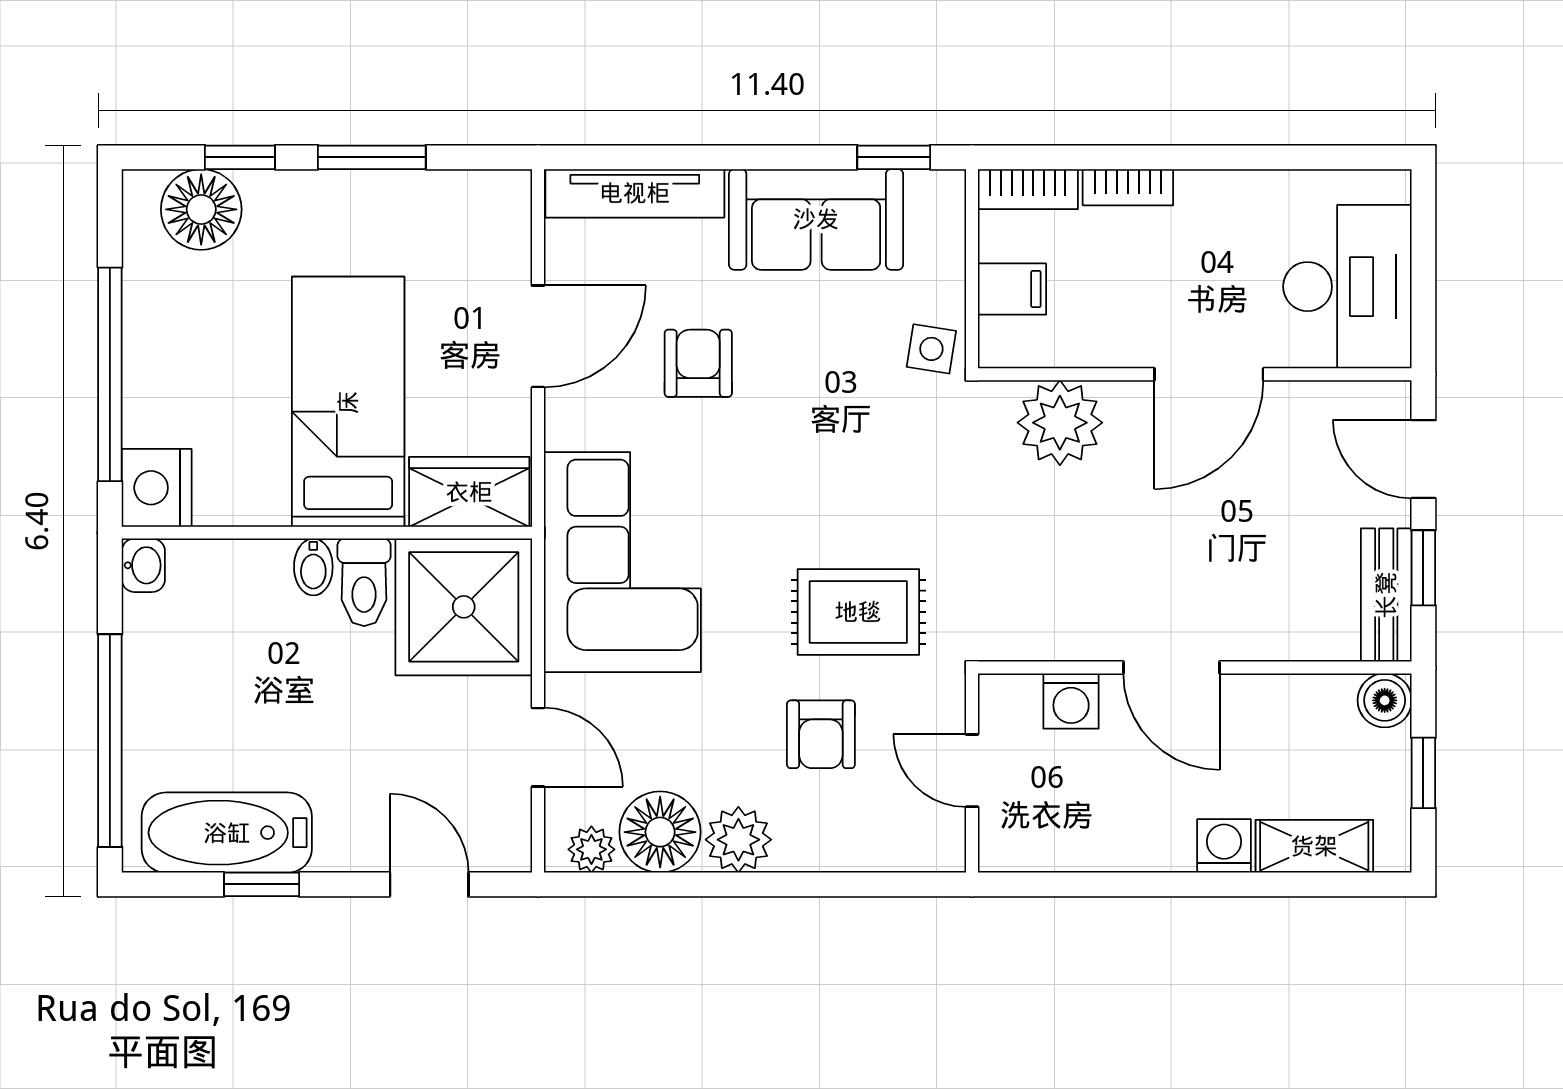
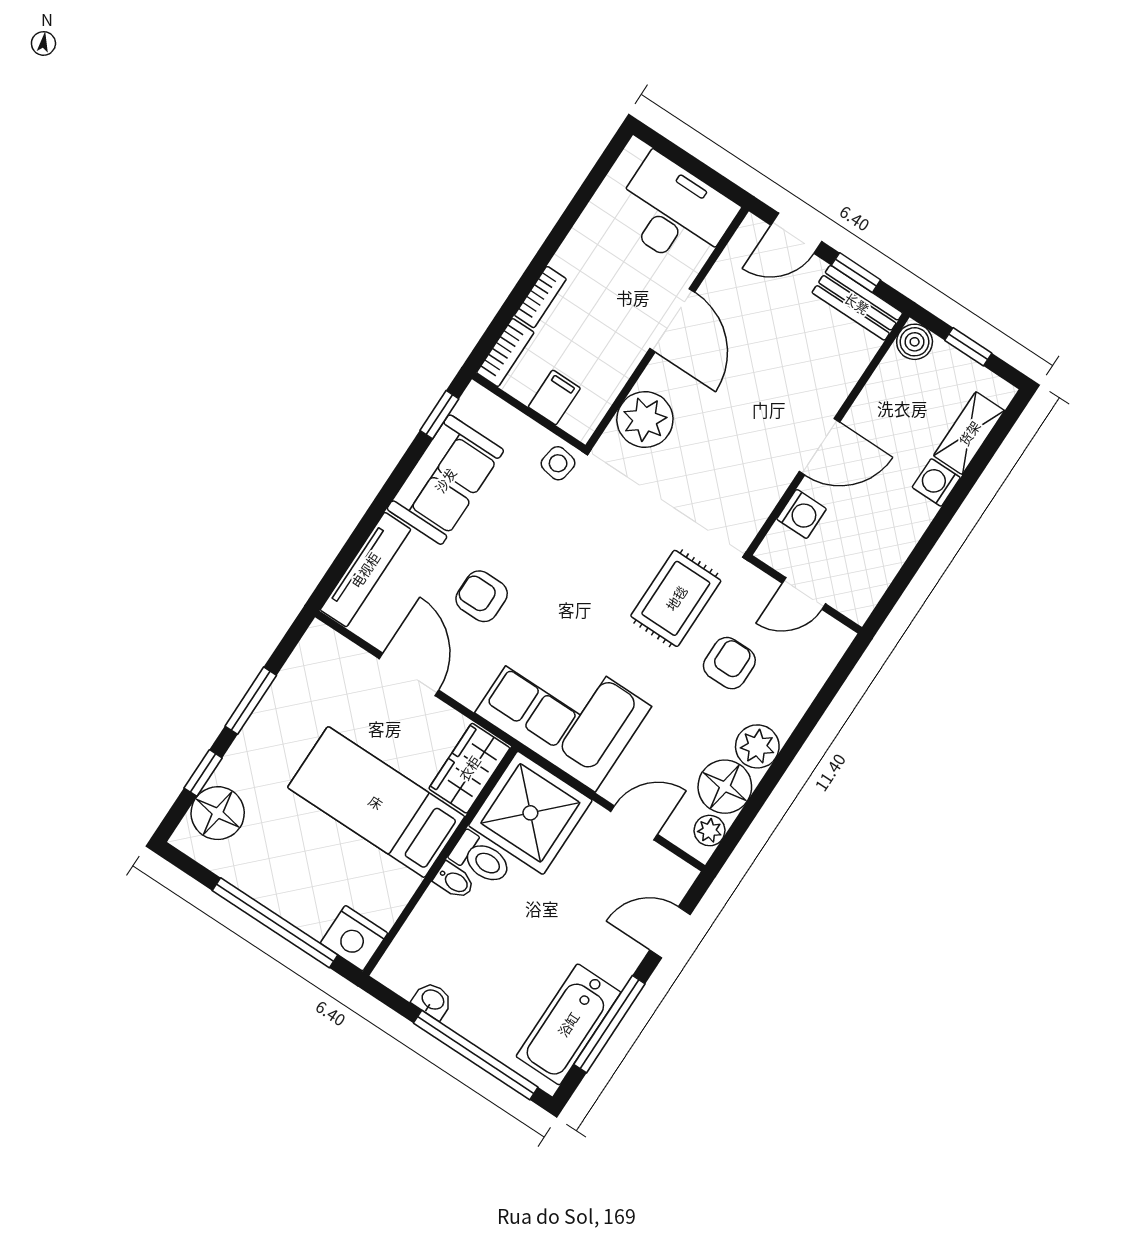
washbasin: (143, 565) -> (432, 1000), moved
armchair: (821, 734) -> (729, 663), turned -90
window: (262, 884) -> (609, 1024), width x2.17

